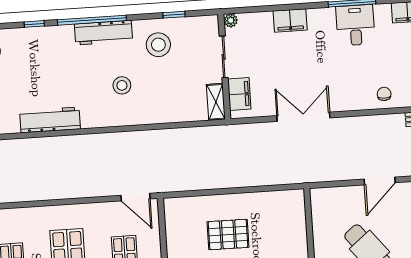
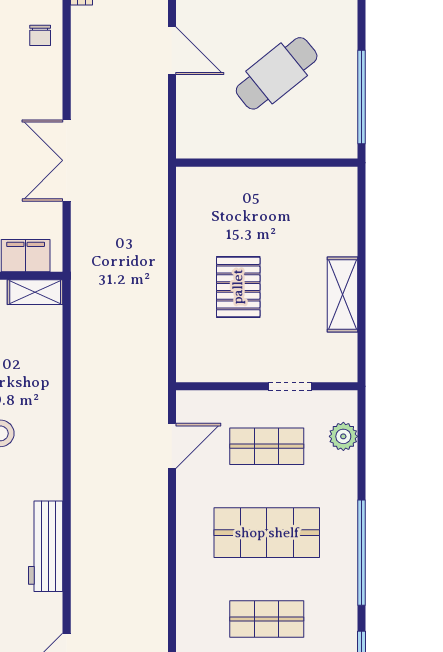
chair: (384, 94) -> (40, 35), turned -90
door: (135, 197) -> (172, 446), moved

